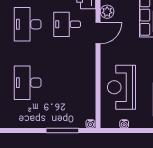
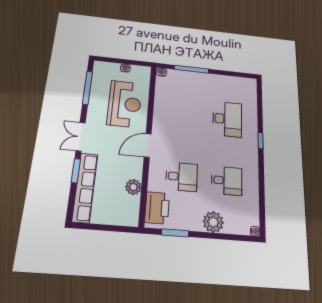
desk: (28, 24) -> (227, 181), width x0.73
door: (98, 33) -> (148, 145), moved

